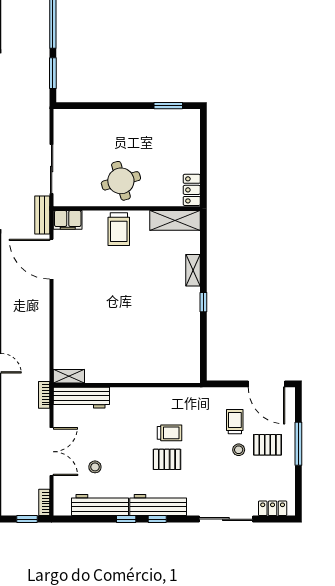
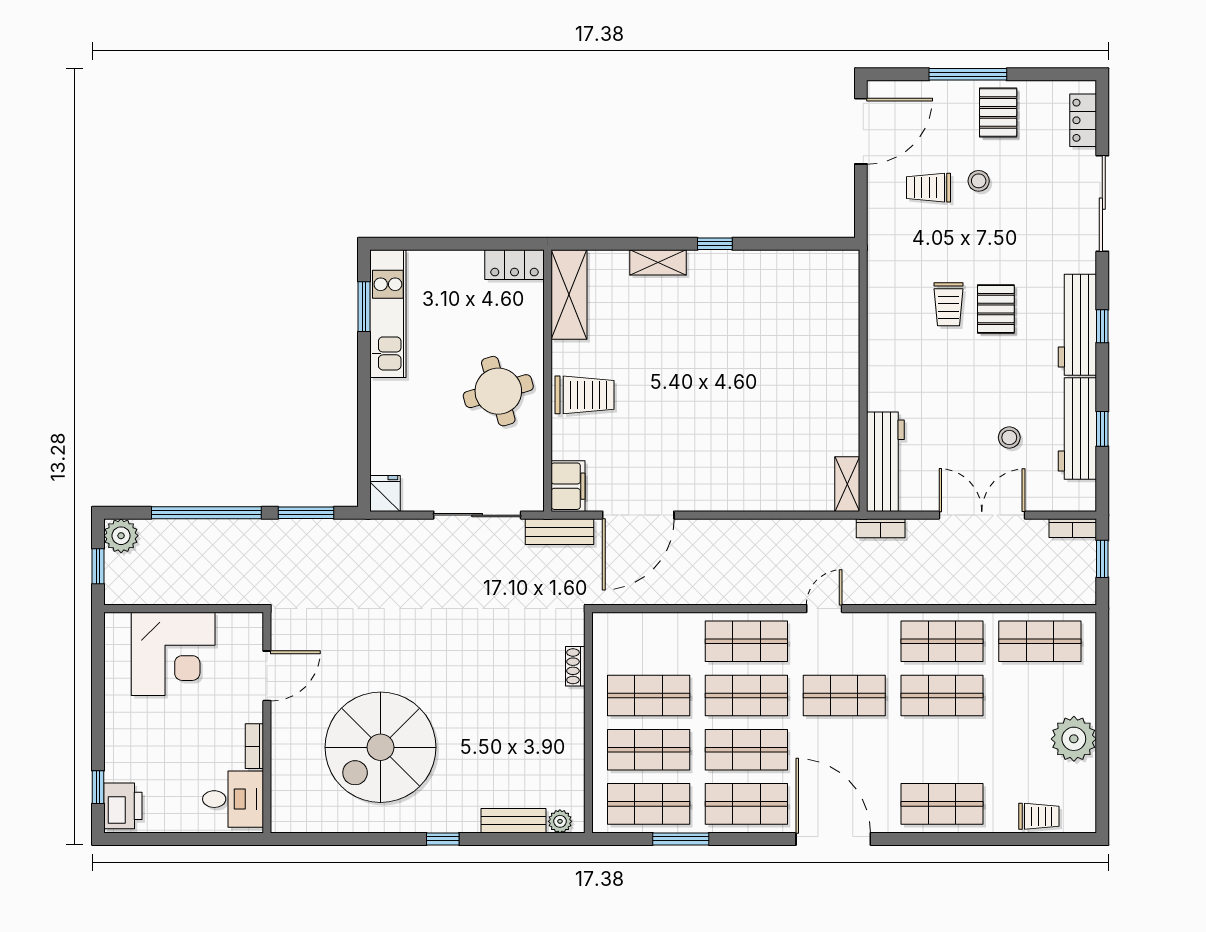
fridge: (64, 117) -> (385, 493), added
kitchen unit: (164, 119) -> (388, 314), added
trolley: (170, 433) -> (949, 304), turned 180
pallet: (268, 445) -> (998, 112), moved
window: (126, 519) -> (1102, 429), moved

